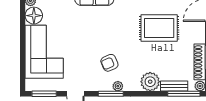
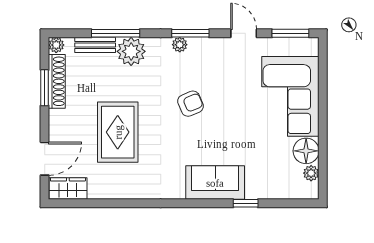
rug: (159, 28) -> (118, 132), turned 90
armchair: (109, 63) -> (190, 104), moved
window: (184, 94) -> (116, 33), moved

